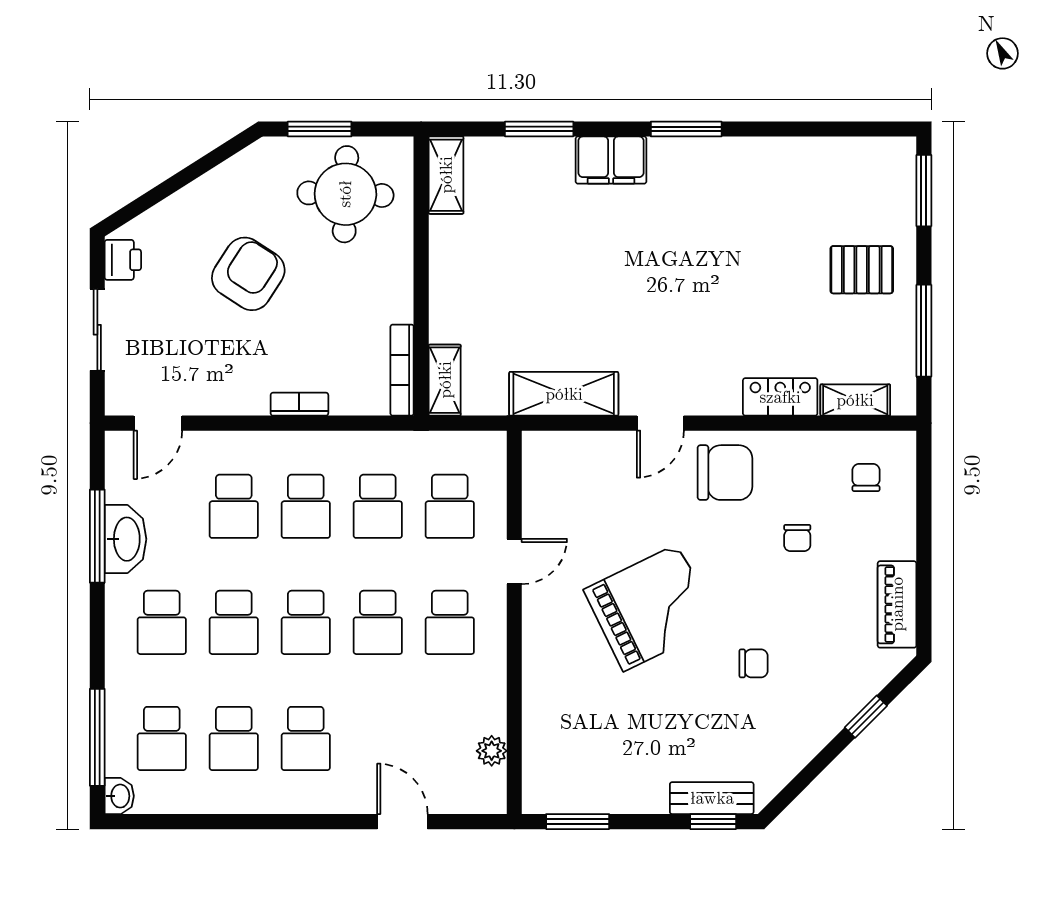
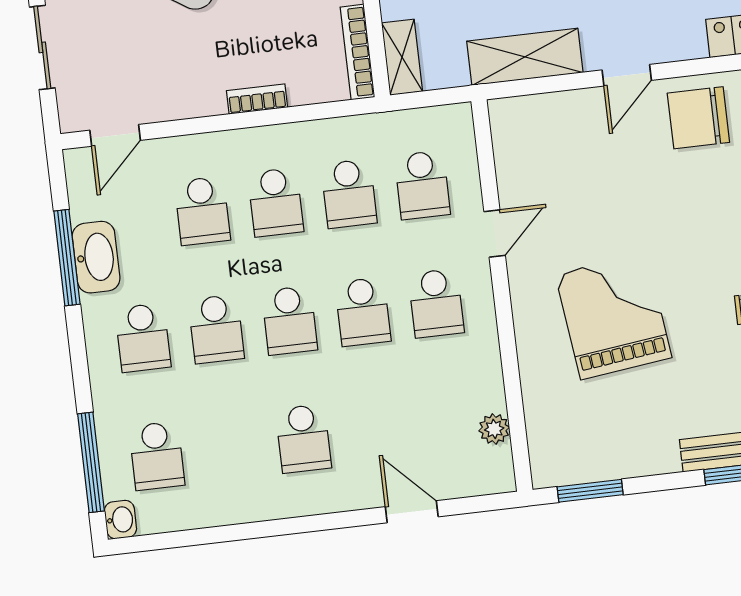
chair: (725, 473) -> (698, 118), turned 180
grand piano: (651, 608) -> (613, 316), moved, turned -71
school desk: (234, 738) -> (230, 447), removed

